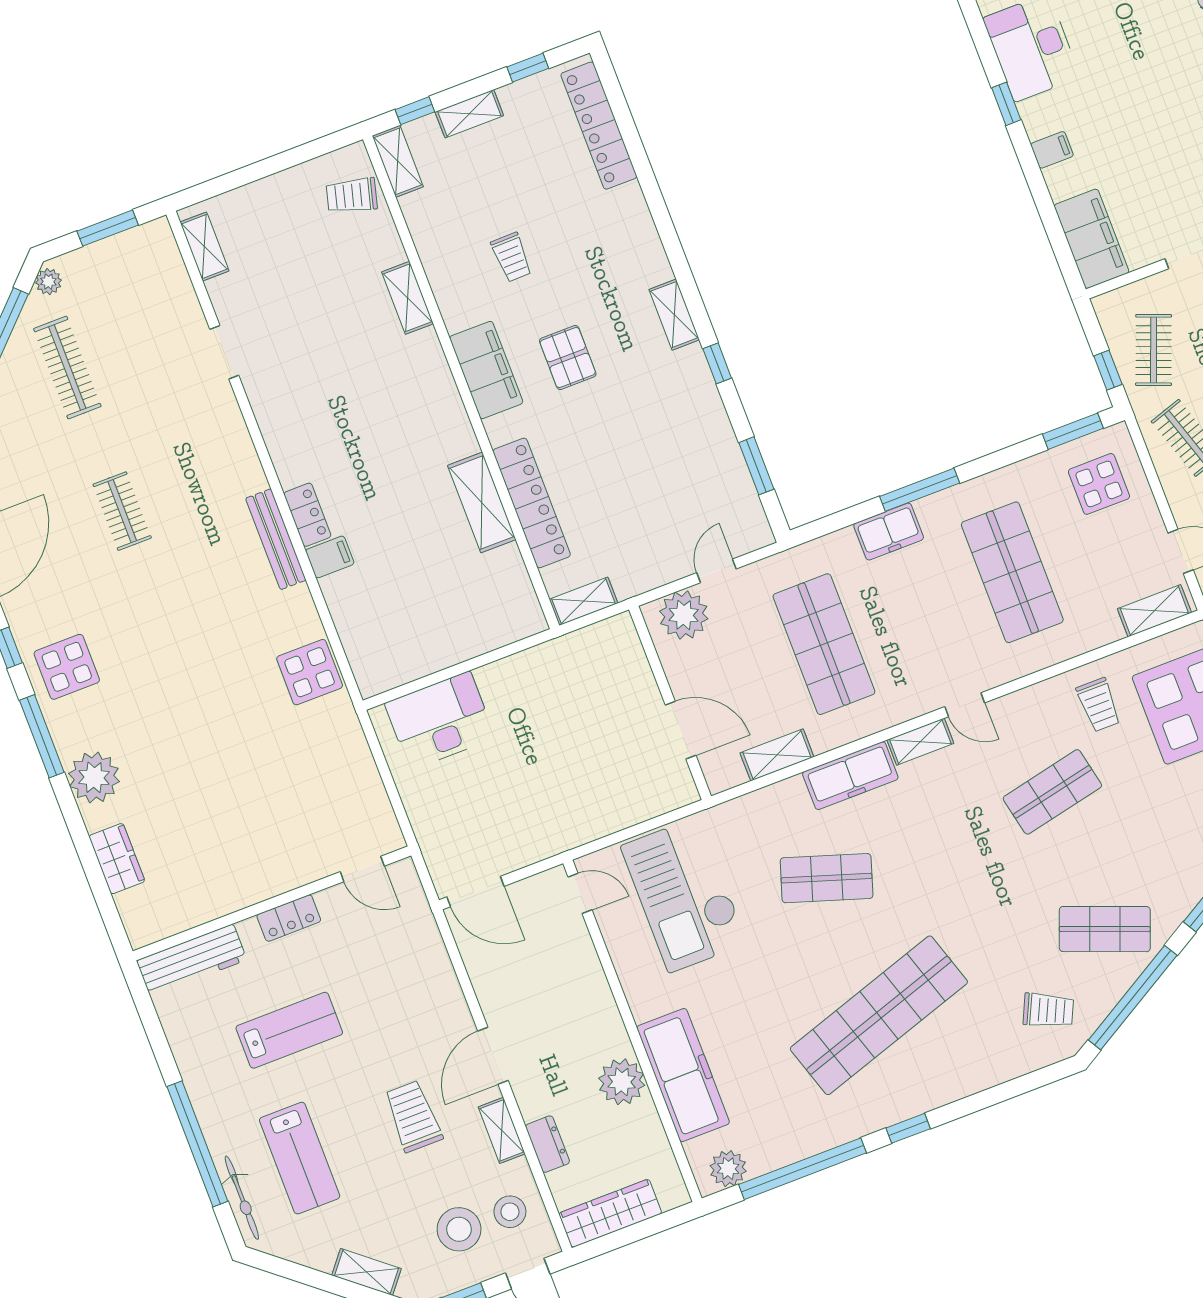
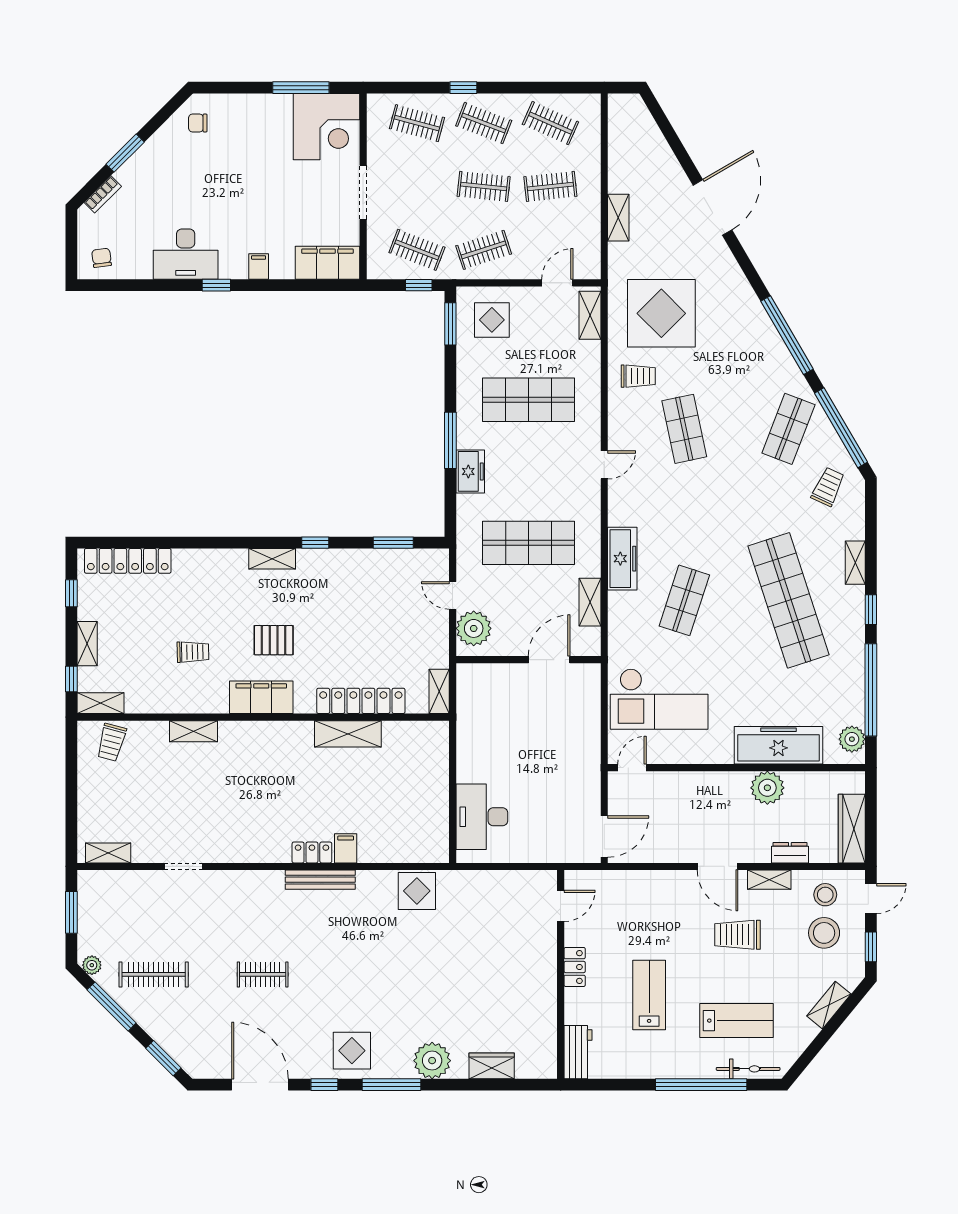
shelving: (920, 742) -> (855, 563), moved
workbench: (192, 960) -> (578, 1052), width x0.73

